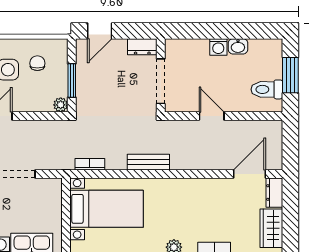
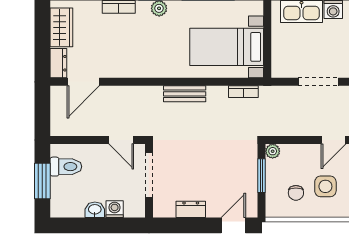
wall: (161, 75) -> (149, 181), moved
doorway: (161, 81) -> (149, 175), moved

